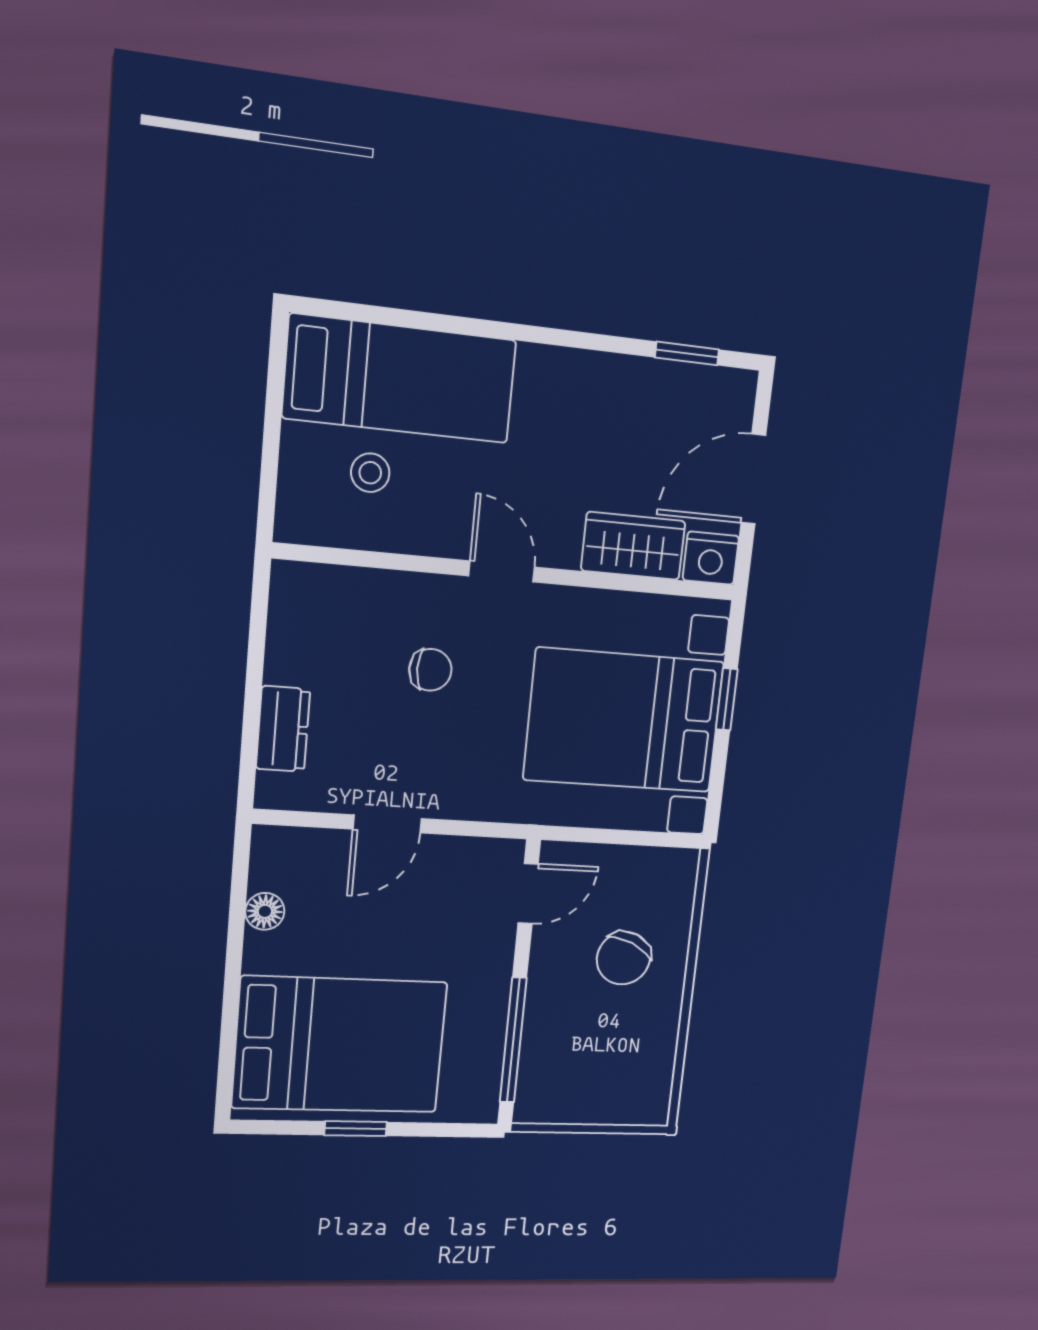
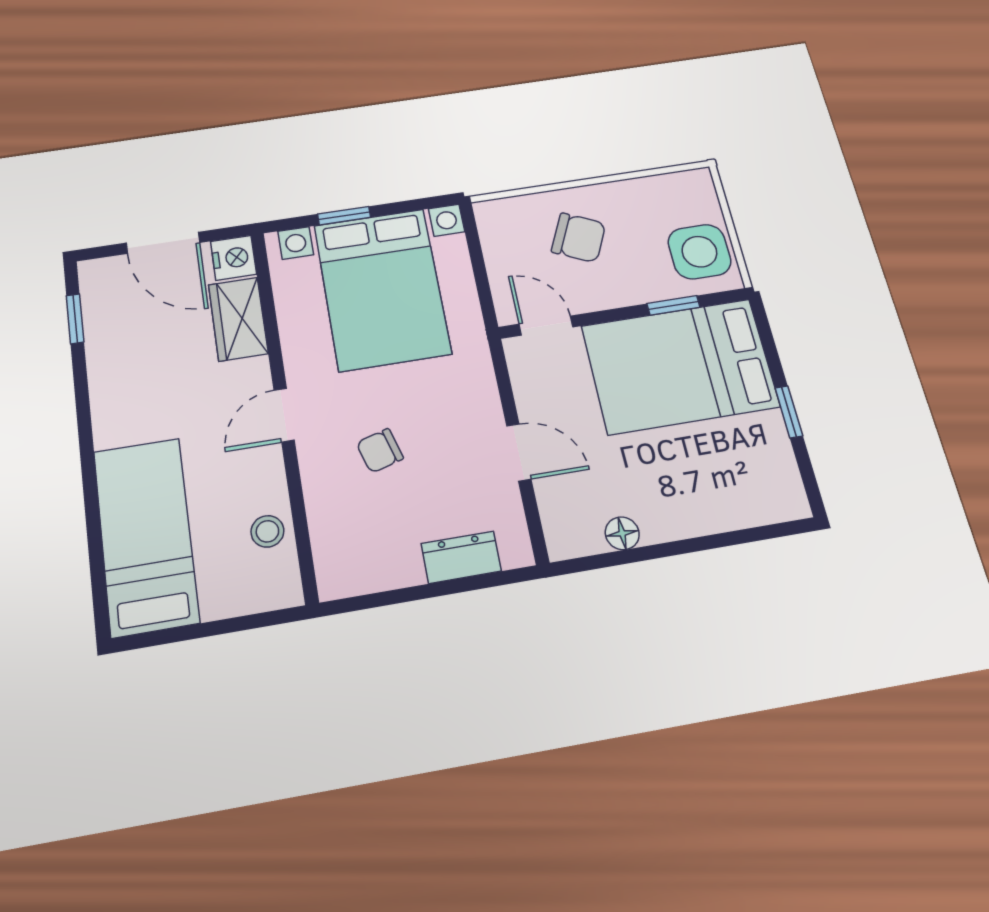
stool: (370, 473) -> (267, 531), moved
chair: (430, 670) -> (380, 451), turned -106
window: (513, 1040) -> (673, 305), width x0.46
bed: (340, 1045) -> (680, 366), moved, turned -90
side table: (569, 1086) -> (699, 252), added

